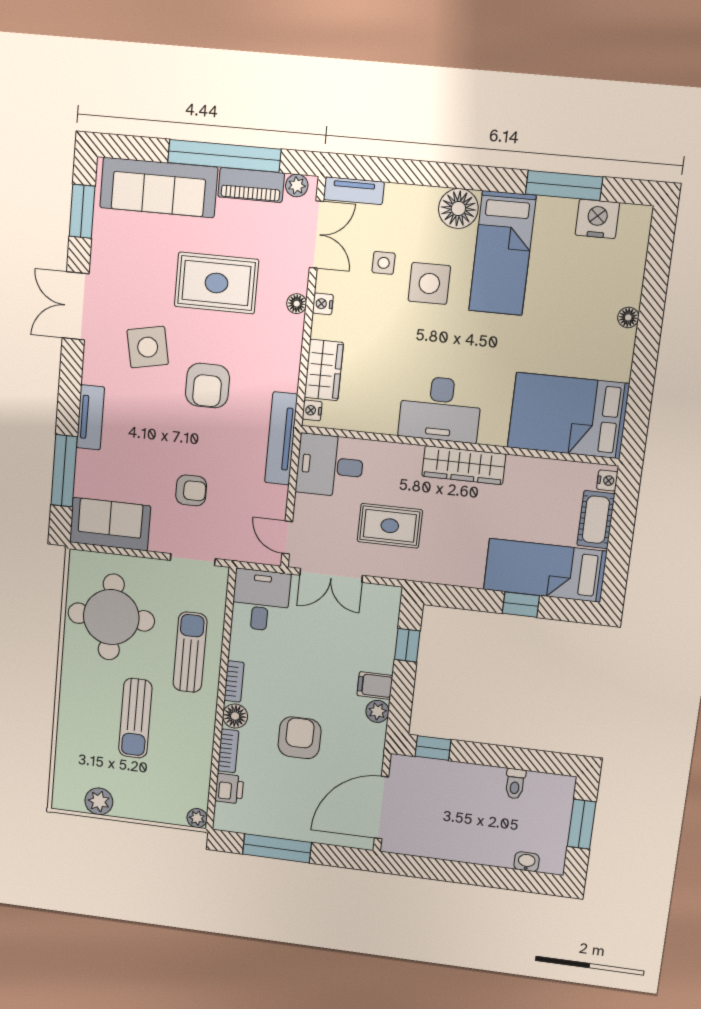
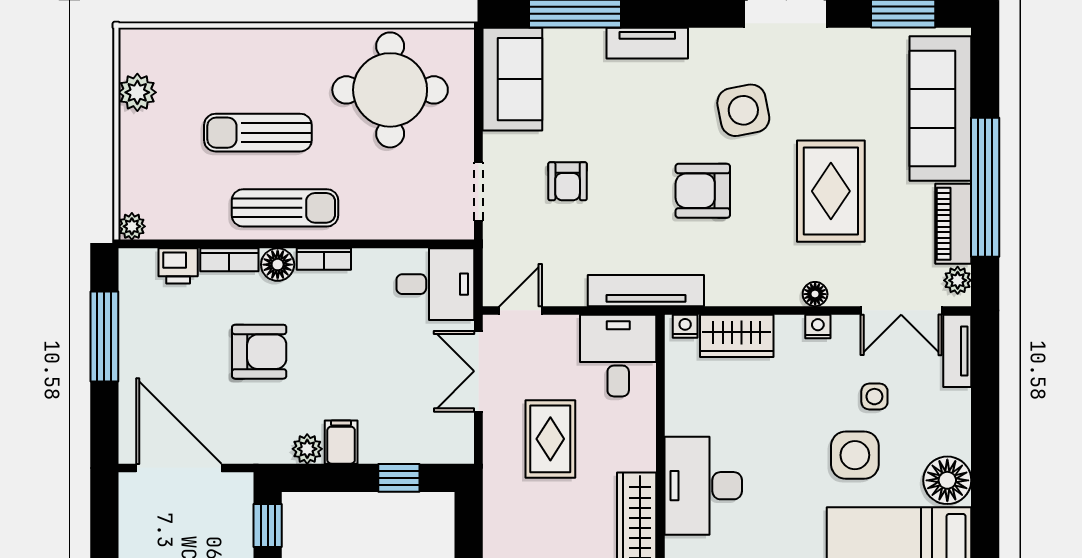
sun lounger: (190, 652) -> (285, 208), moved

